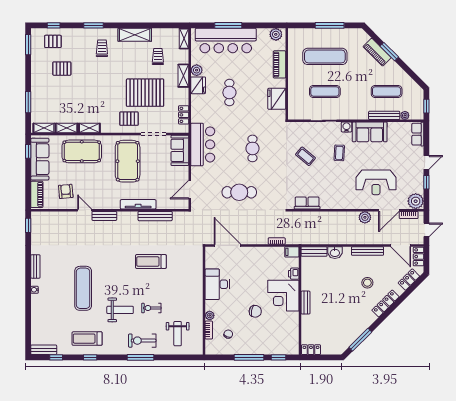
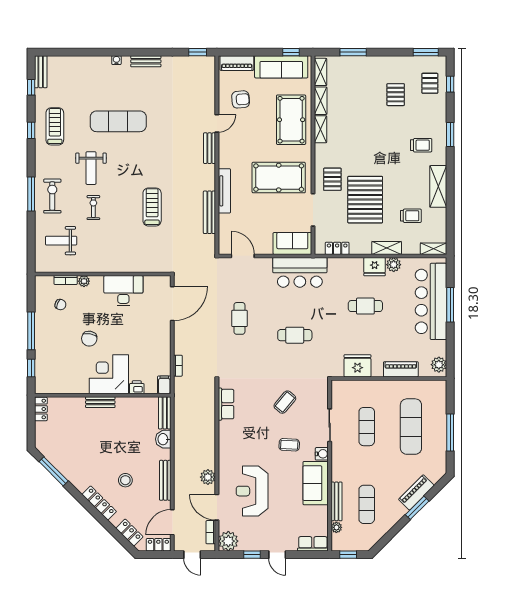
cafe table: (239, 192) -> (239, 318), width x0.73, depth x0.74

